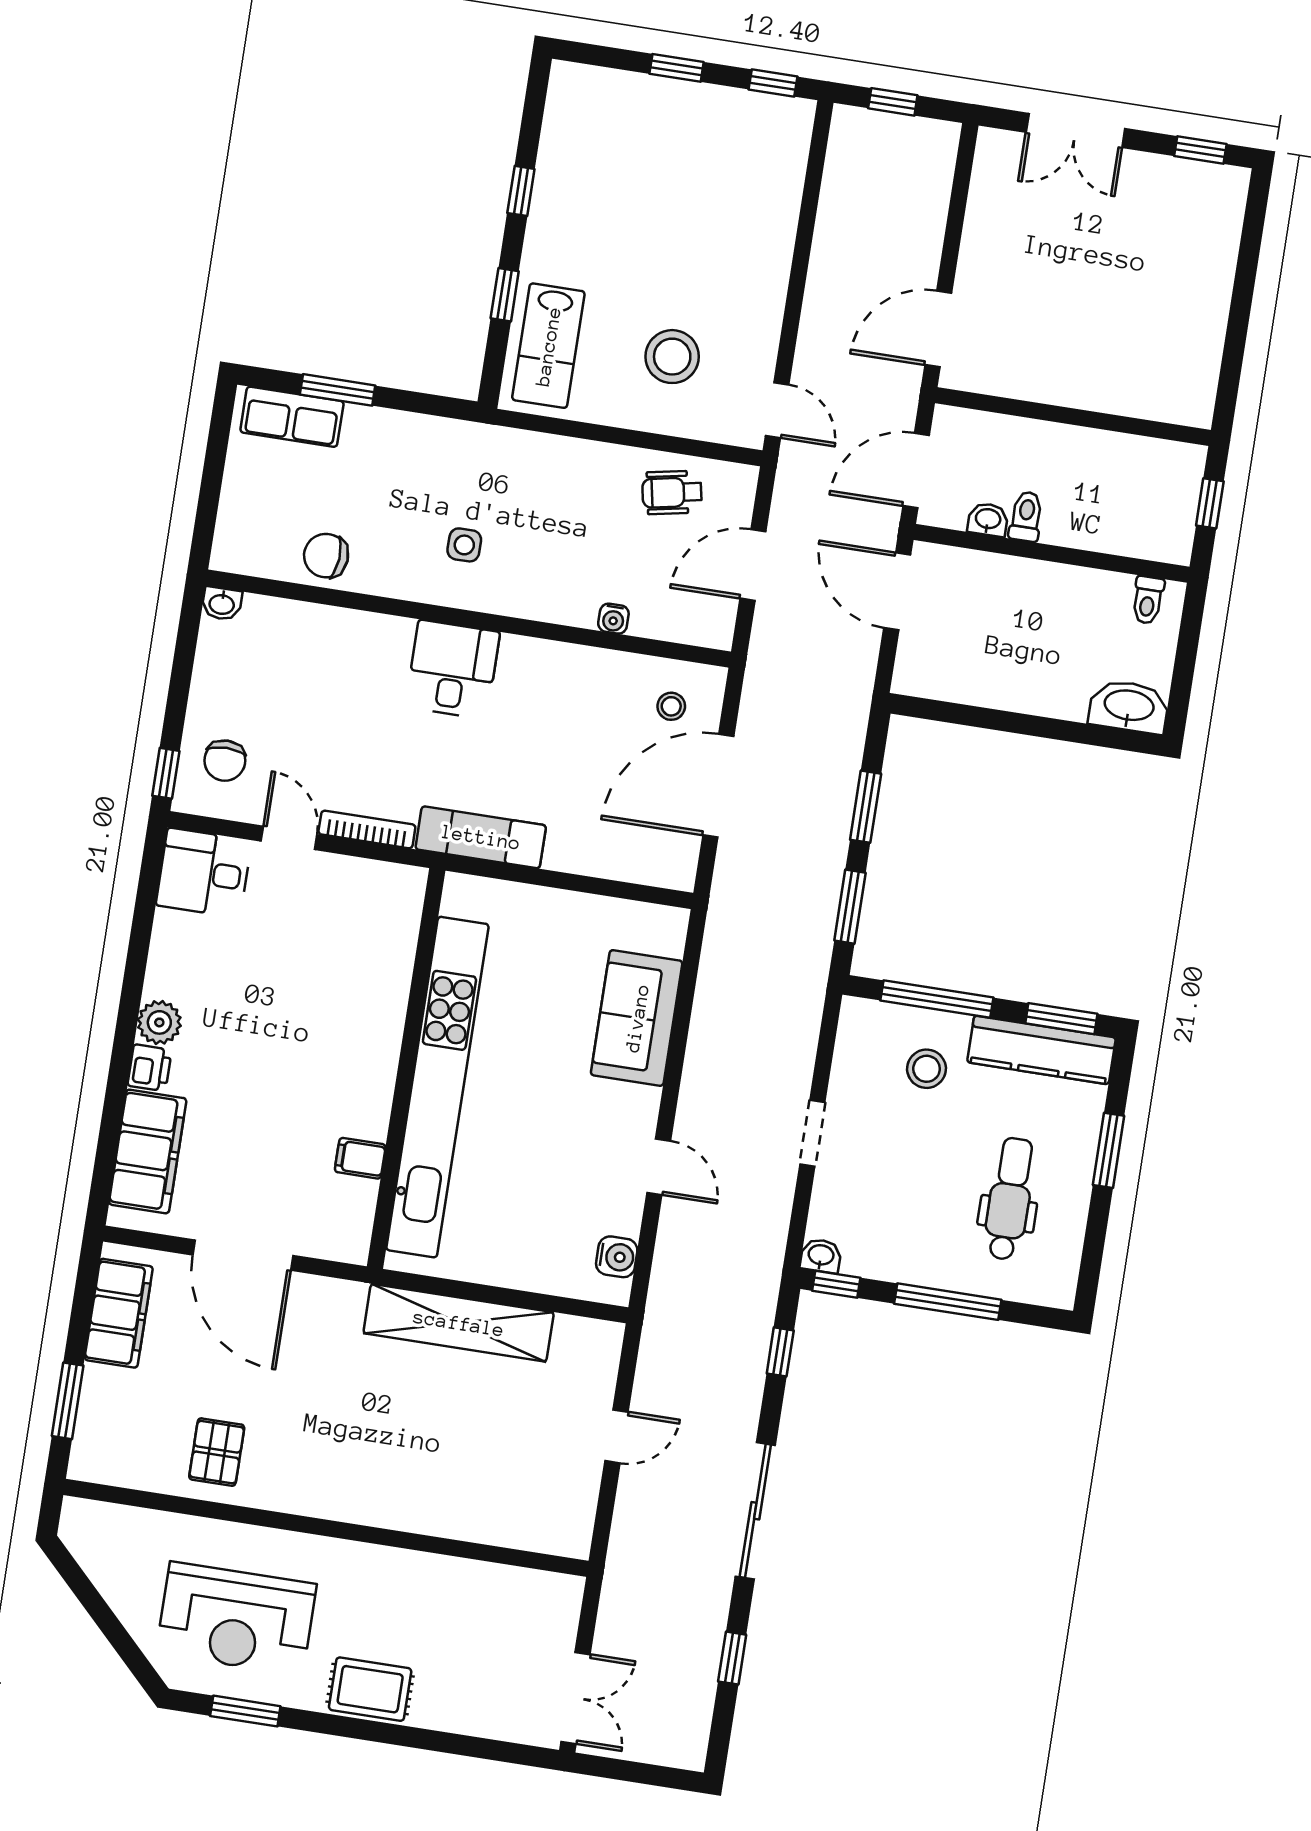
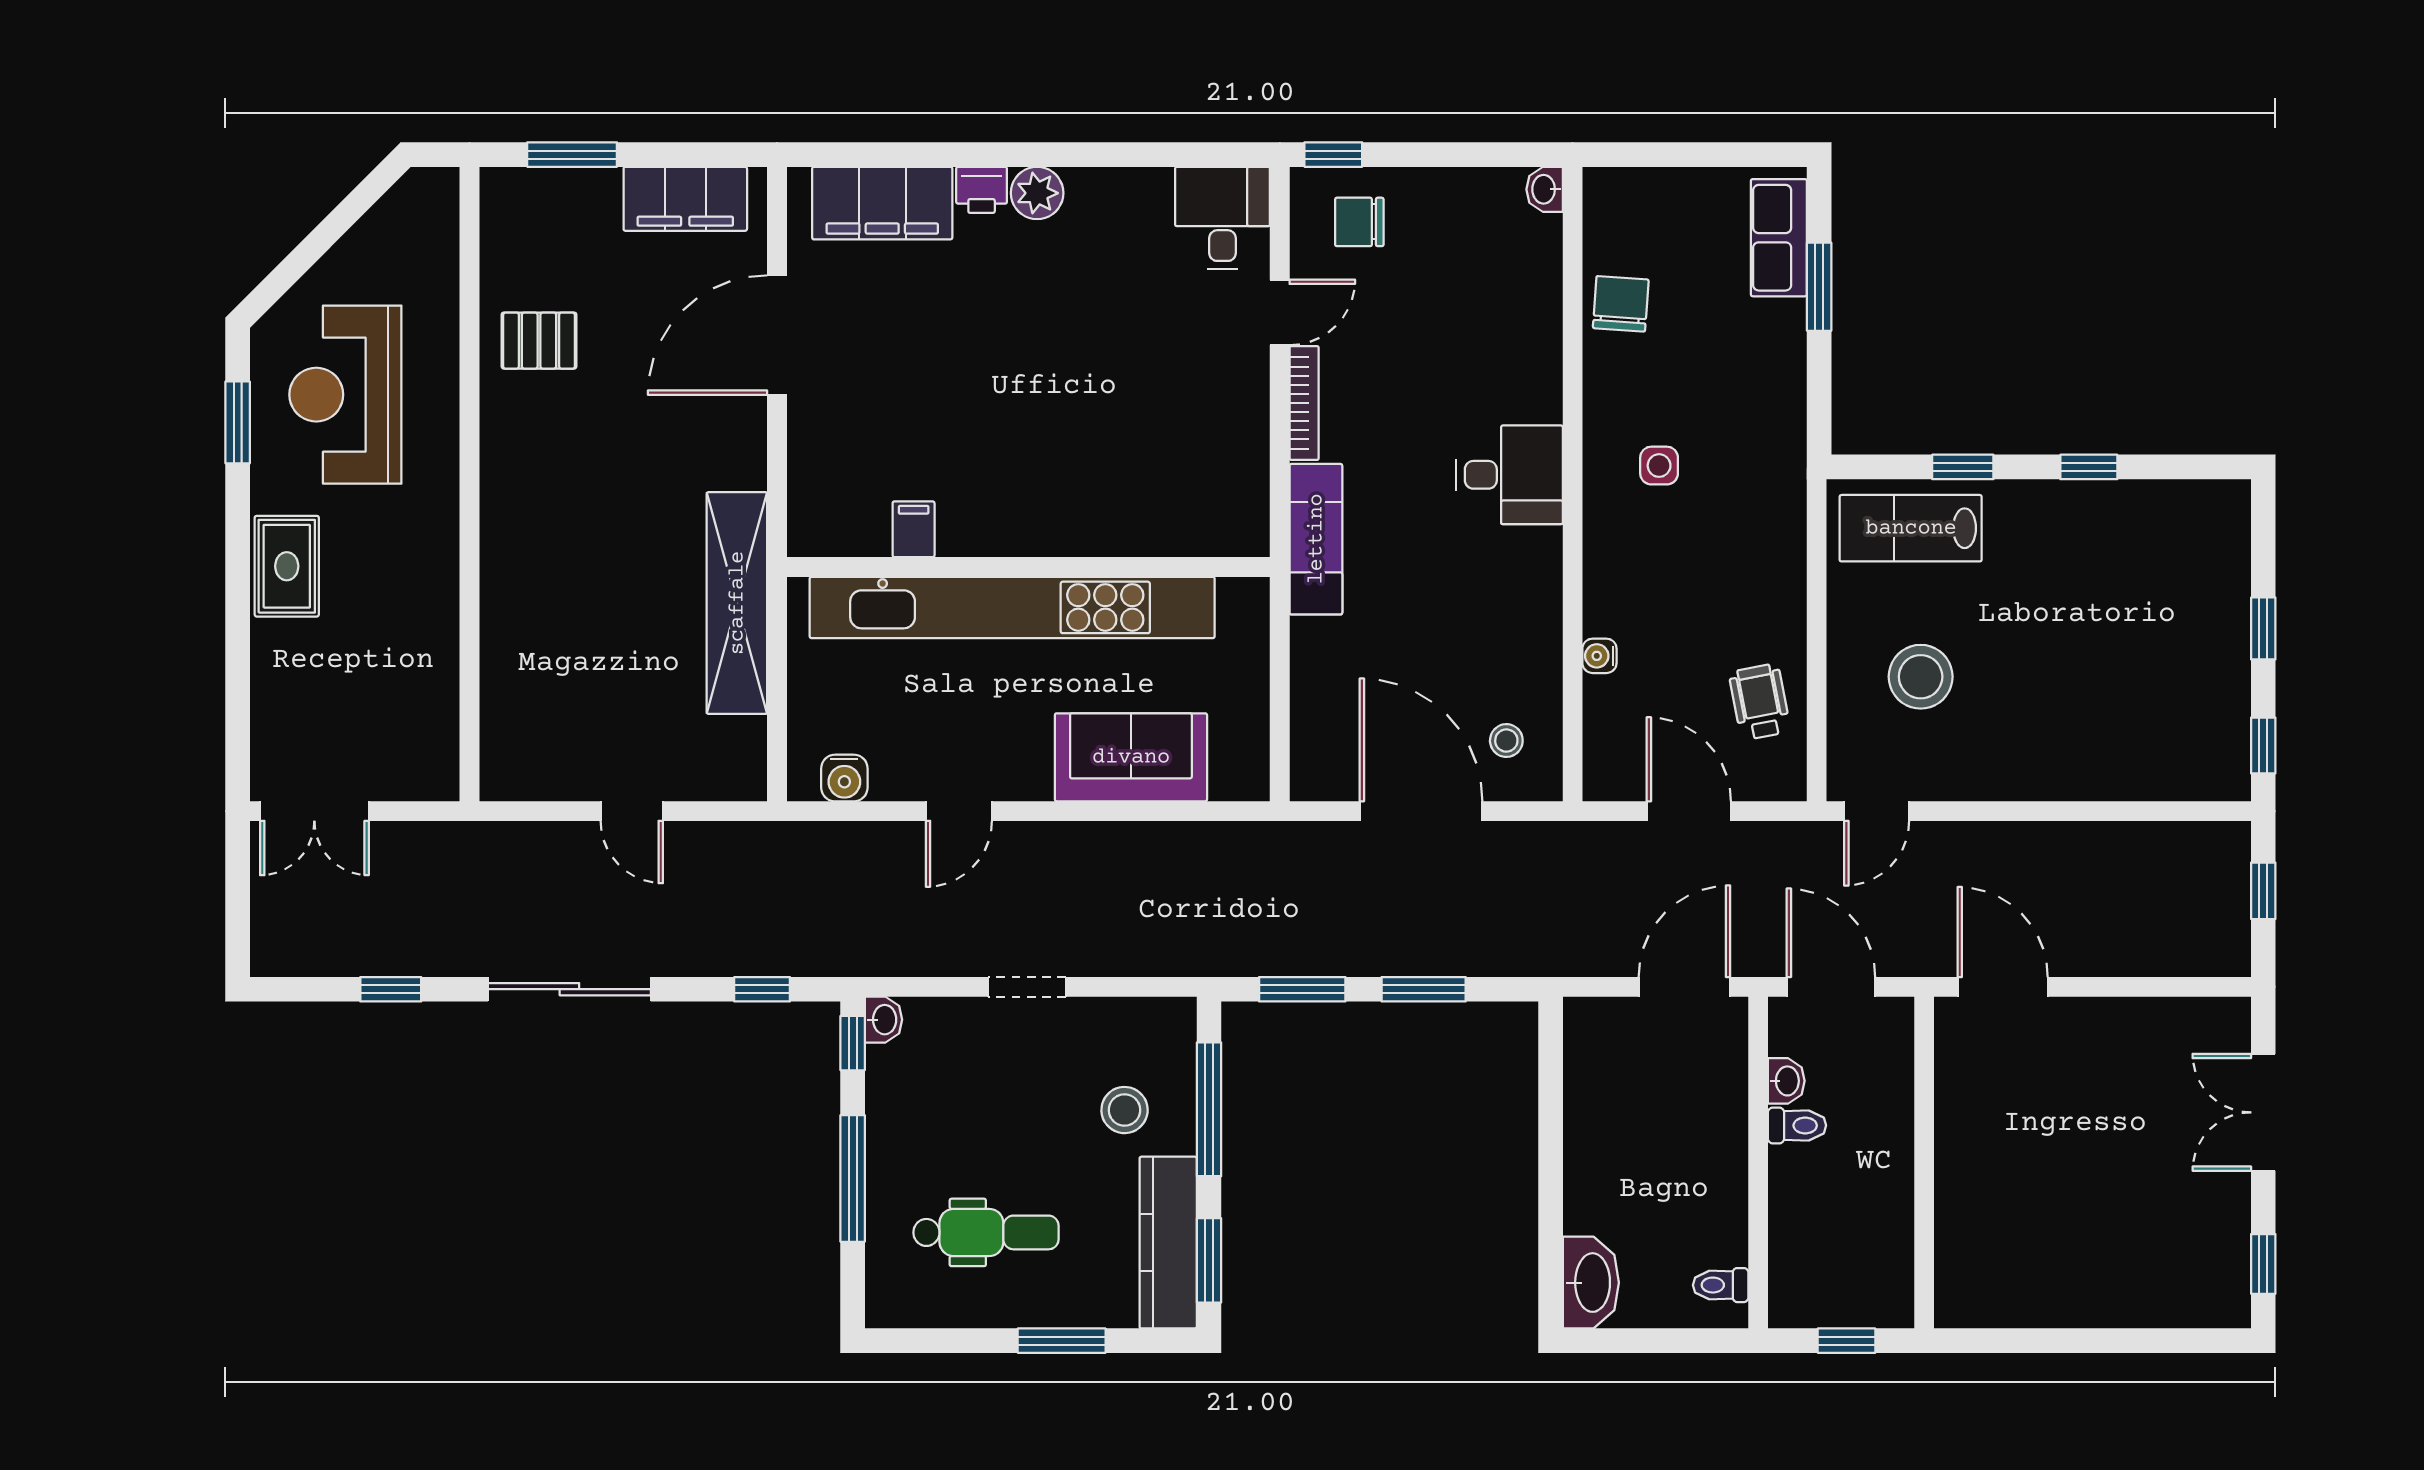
wall: (406, 1068) -> (1028, 567), moved
kitchen unit: (437, 1087) -> (1012, 607), moved
filing cabinet: (360, 1158) -> (914, 529), moved

